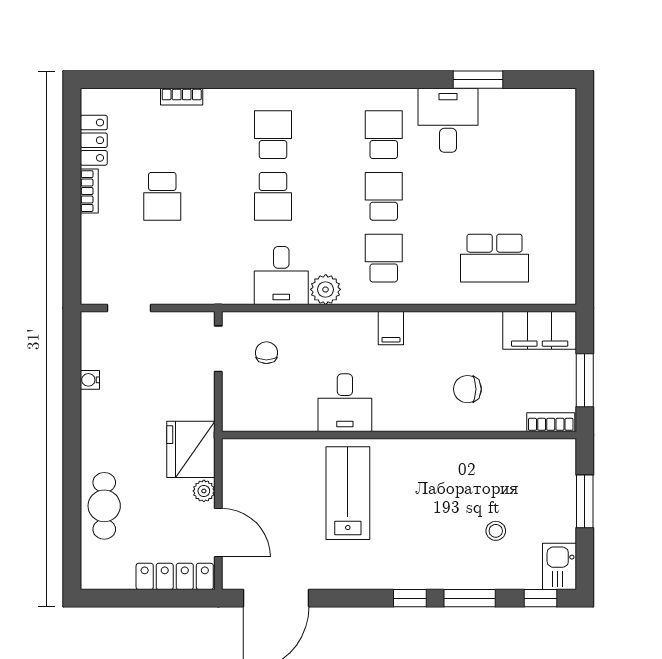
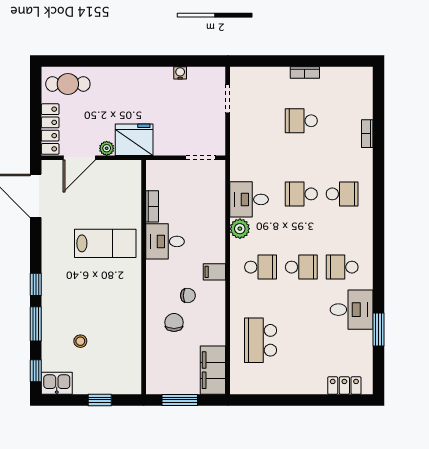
school desk: (384, 135) -> (342, 267), turned 180
locker: (94, 140) -> (344, 386), moved, turned 180
chair: (266, 353) -> (188, 296), moved
bookcase: (551, 422) -> (152, 206), moved
window: (585, 501) -> (100, 400), width x0.67
cafe table: (104, 506) -> (68, 84), moved

